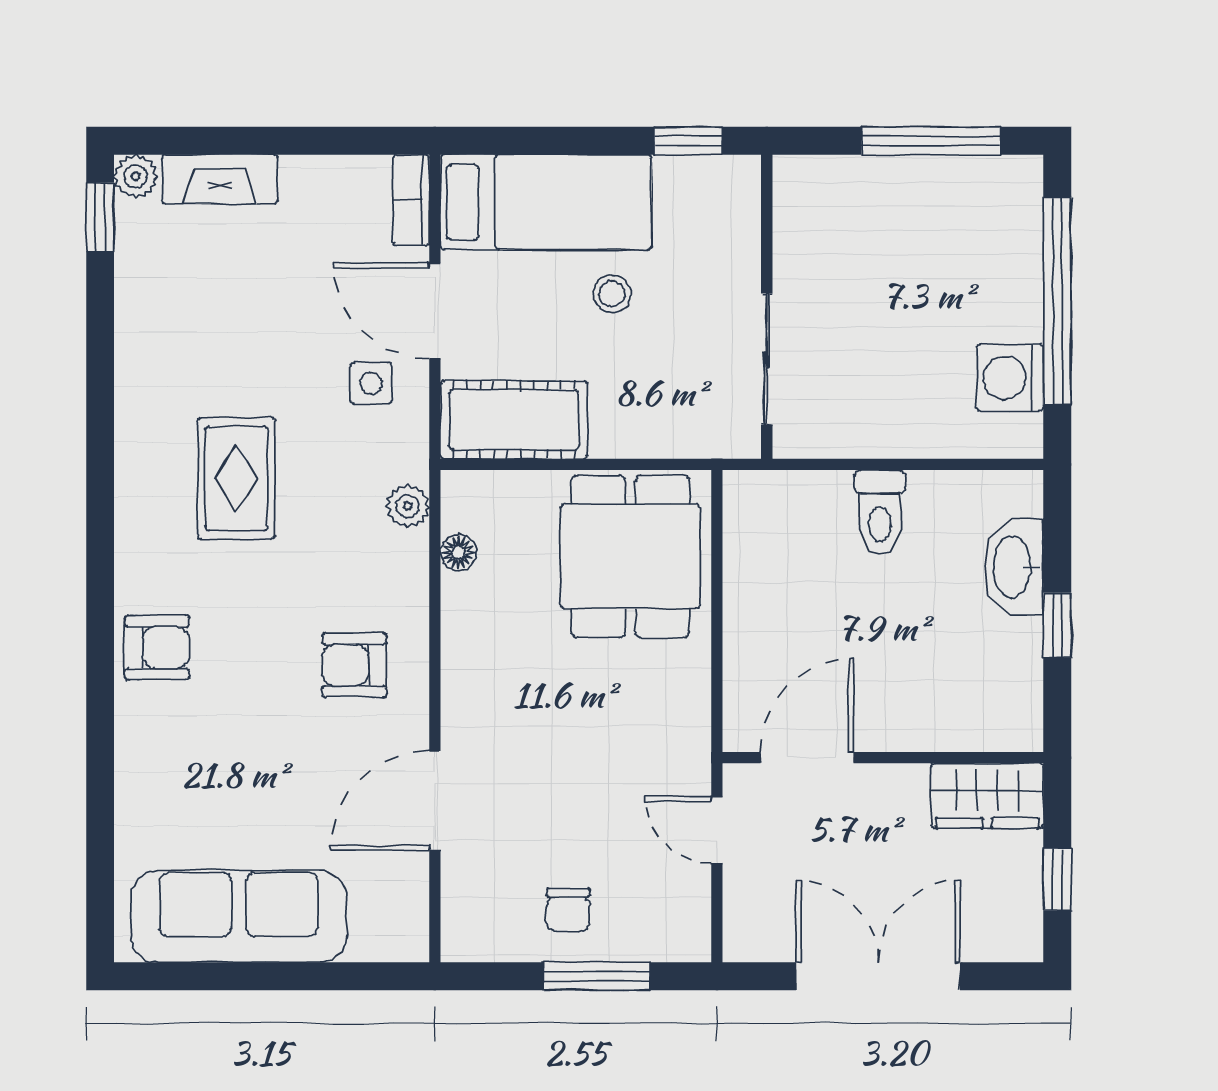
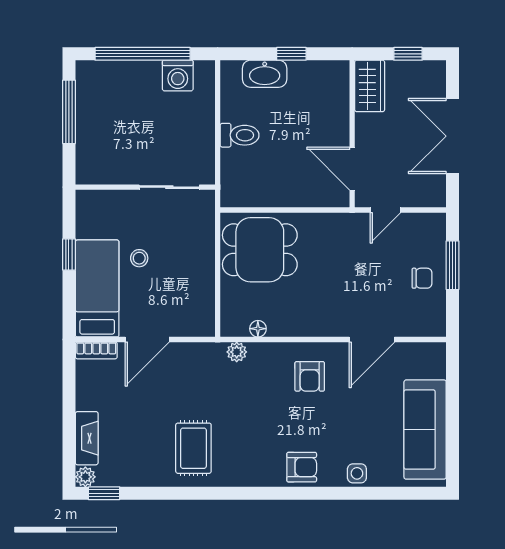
window: (689, 141) -> (69, 254), moved
side table: (371, 383) -> (357, 473), moved
cot: (514, 420) -> (197, 303), removed
rug: (236, 478) -> (193, 448), moved, turned 90
armchair: (157, 648) -> (302, 467), turned 90
door: (435, 800) -> (372, 340), hinge flipped

